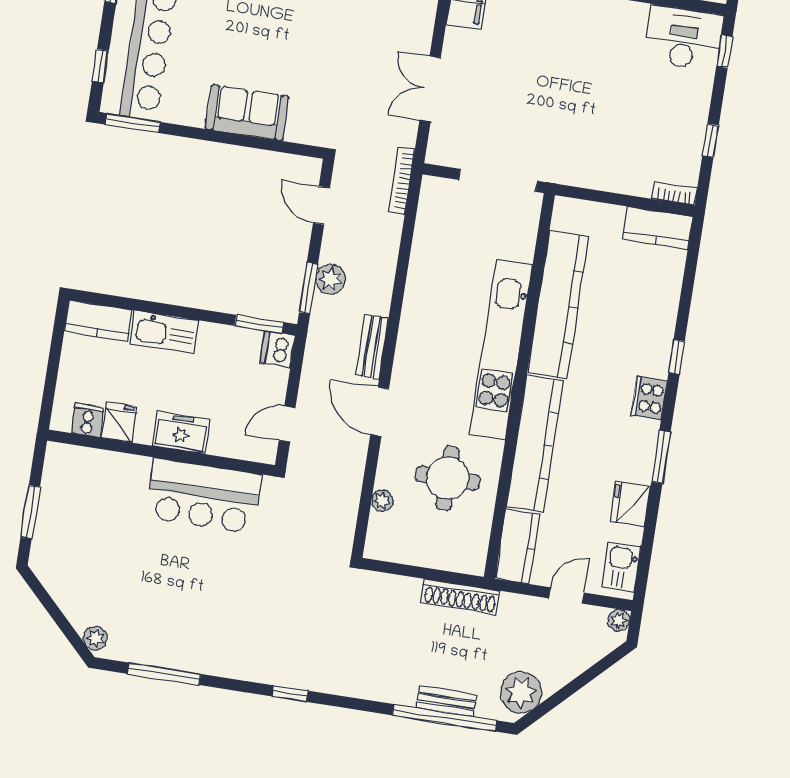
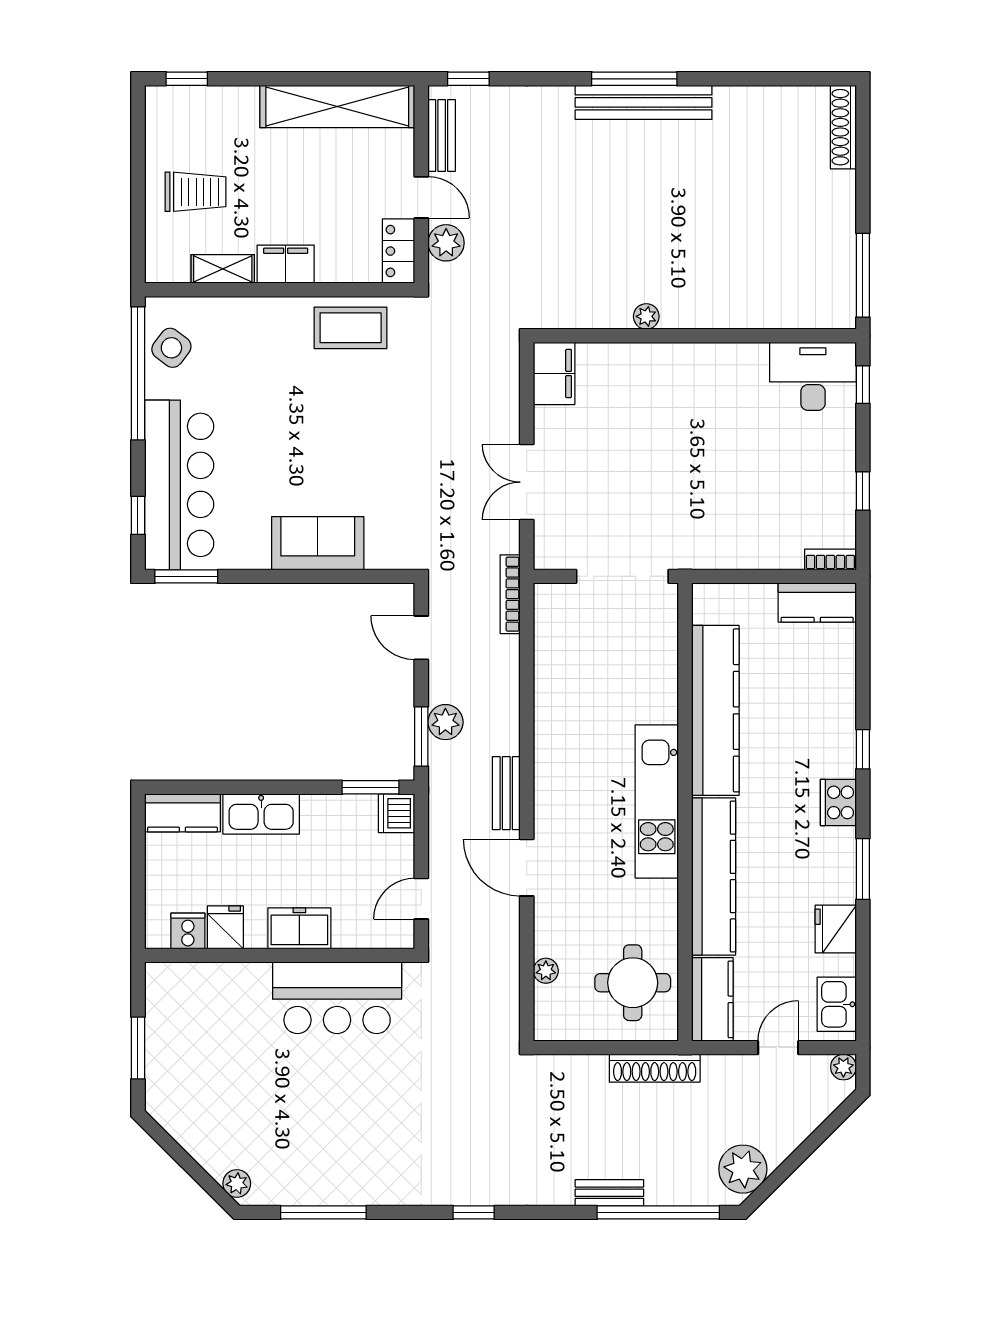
kitchen unit: (501, 350) -> (657, 801), width x0.73
round table: (448, 478) -> (633, 983), moved
bench: (446, 701) -> (609, 1193), moved

